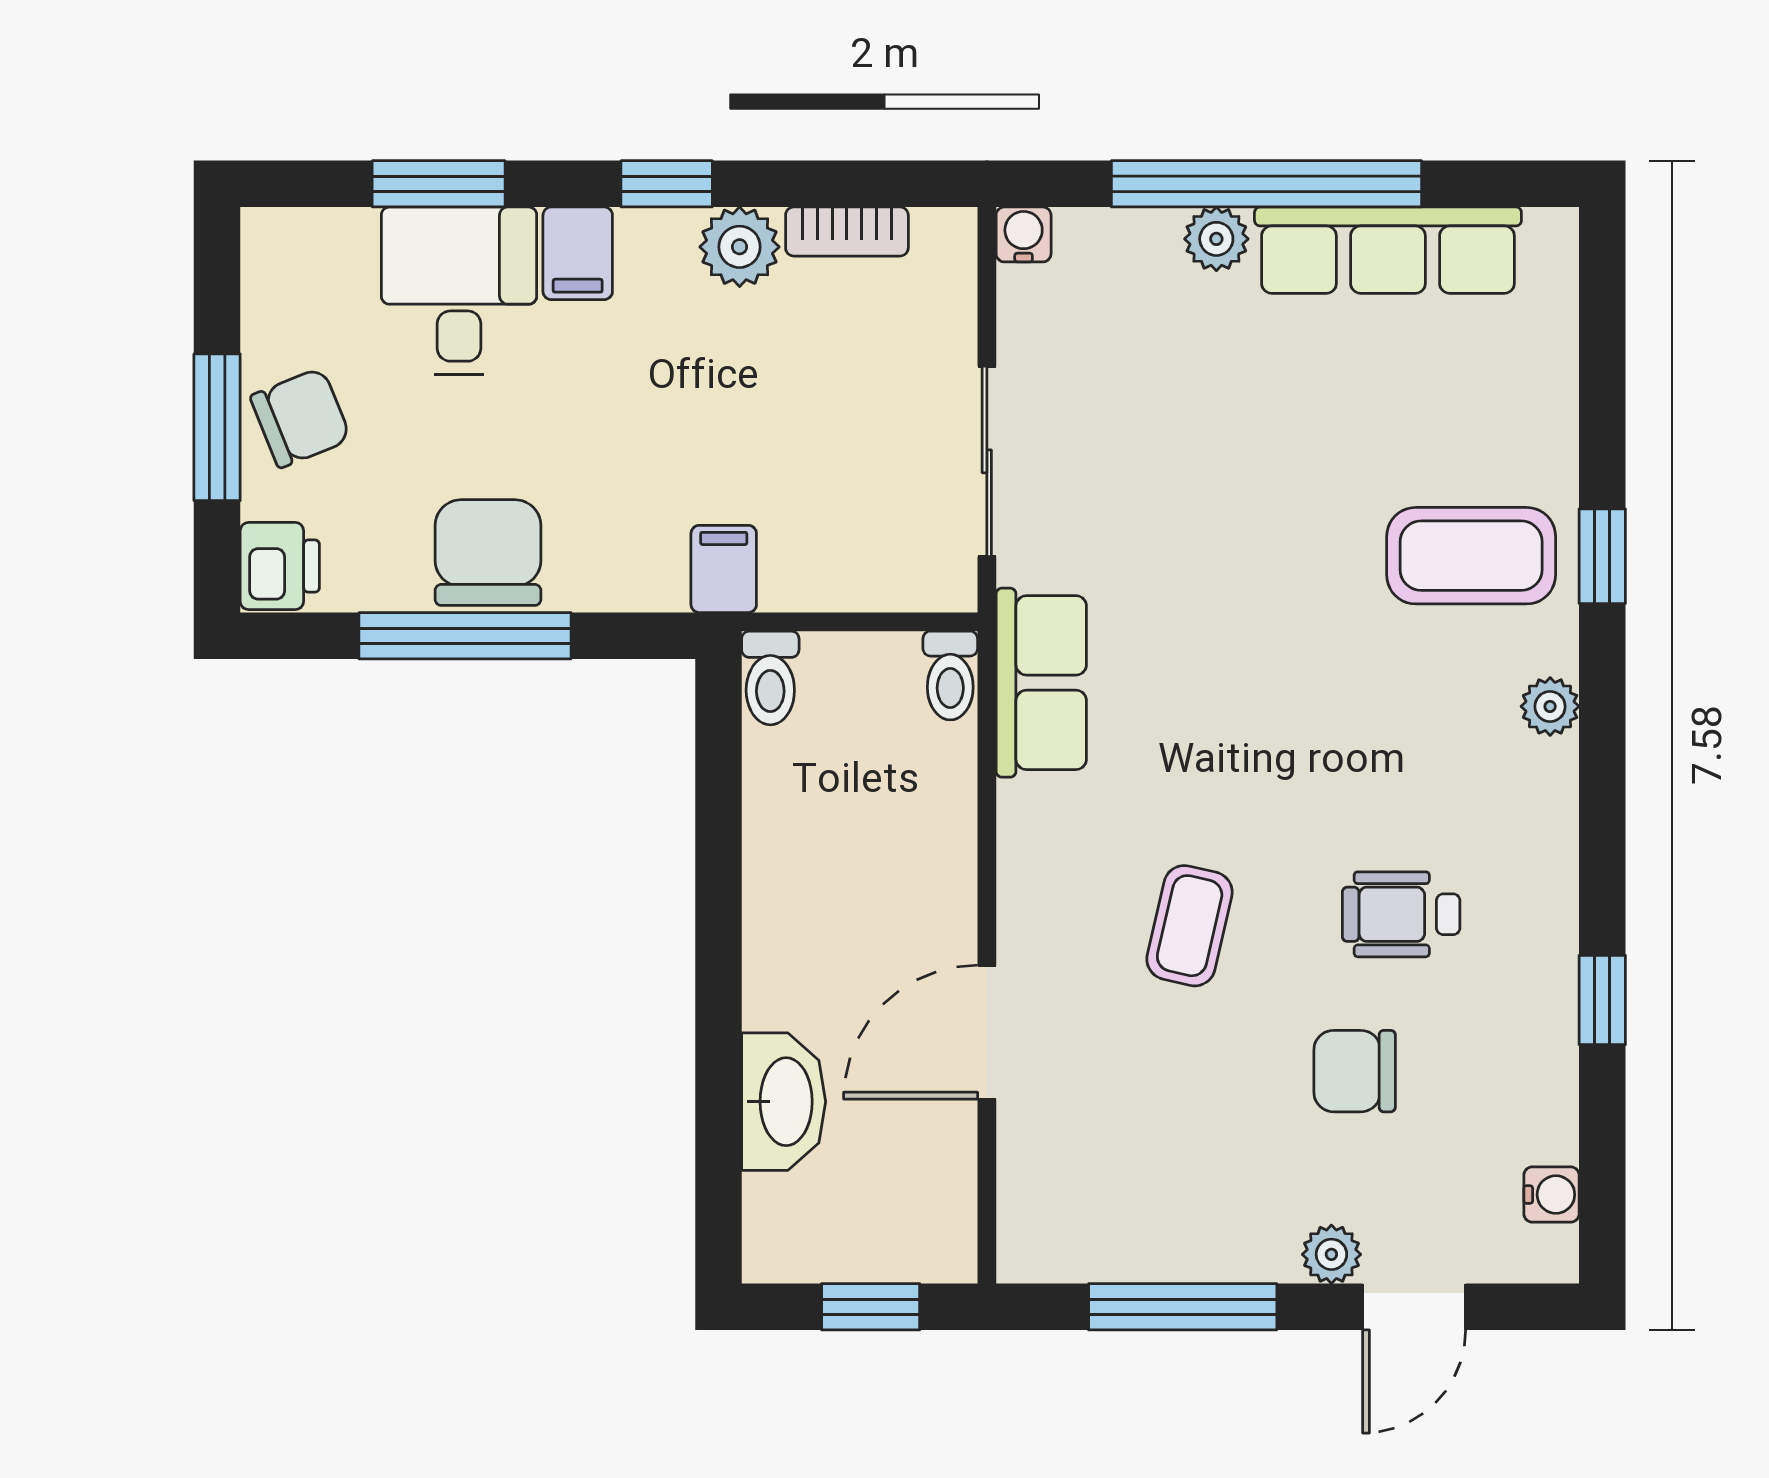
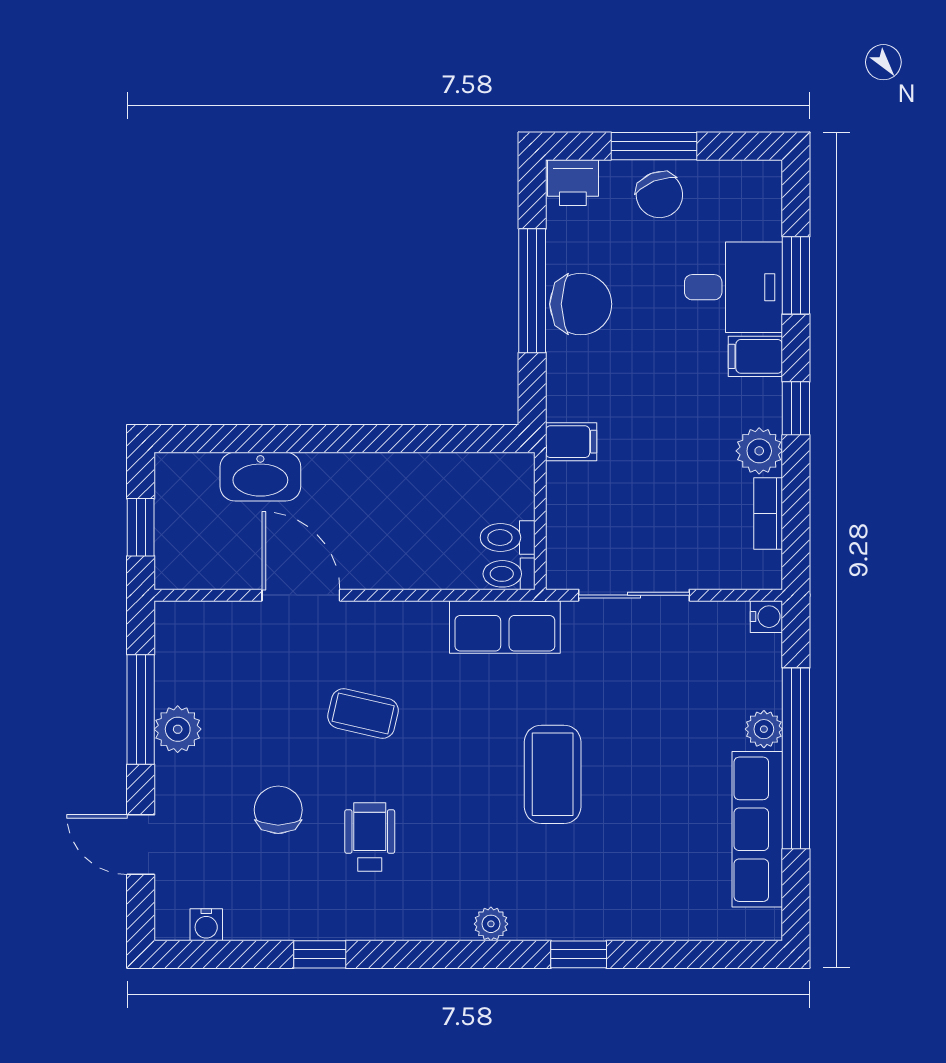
coffee table: (1471, 556) -> (553, 774), moved
toilet: (770, 678) -> (508, 538), moved
plant: (1331, 1254) -> (178, 729), moved, width x1.38, depth x1.38

